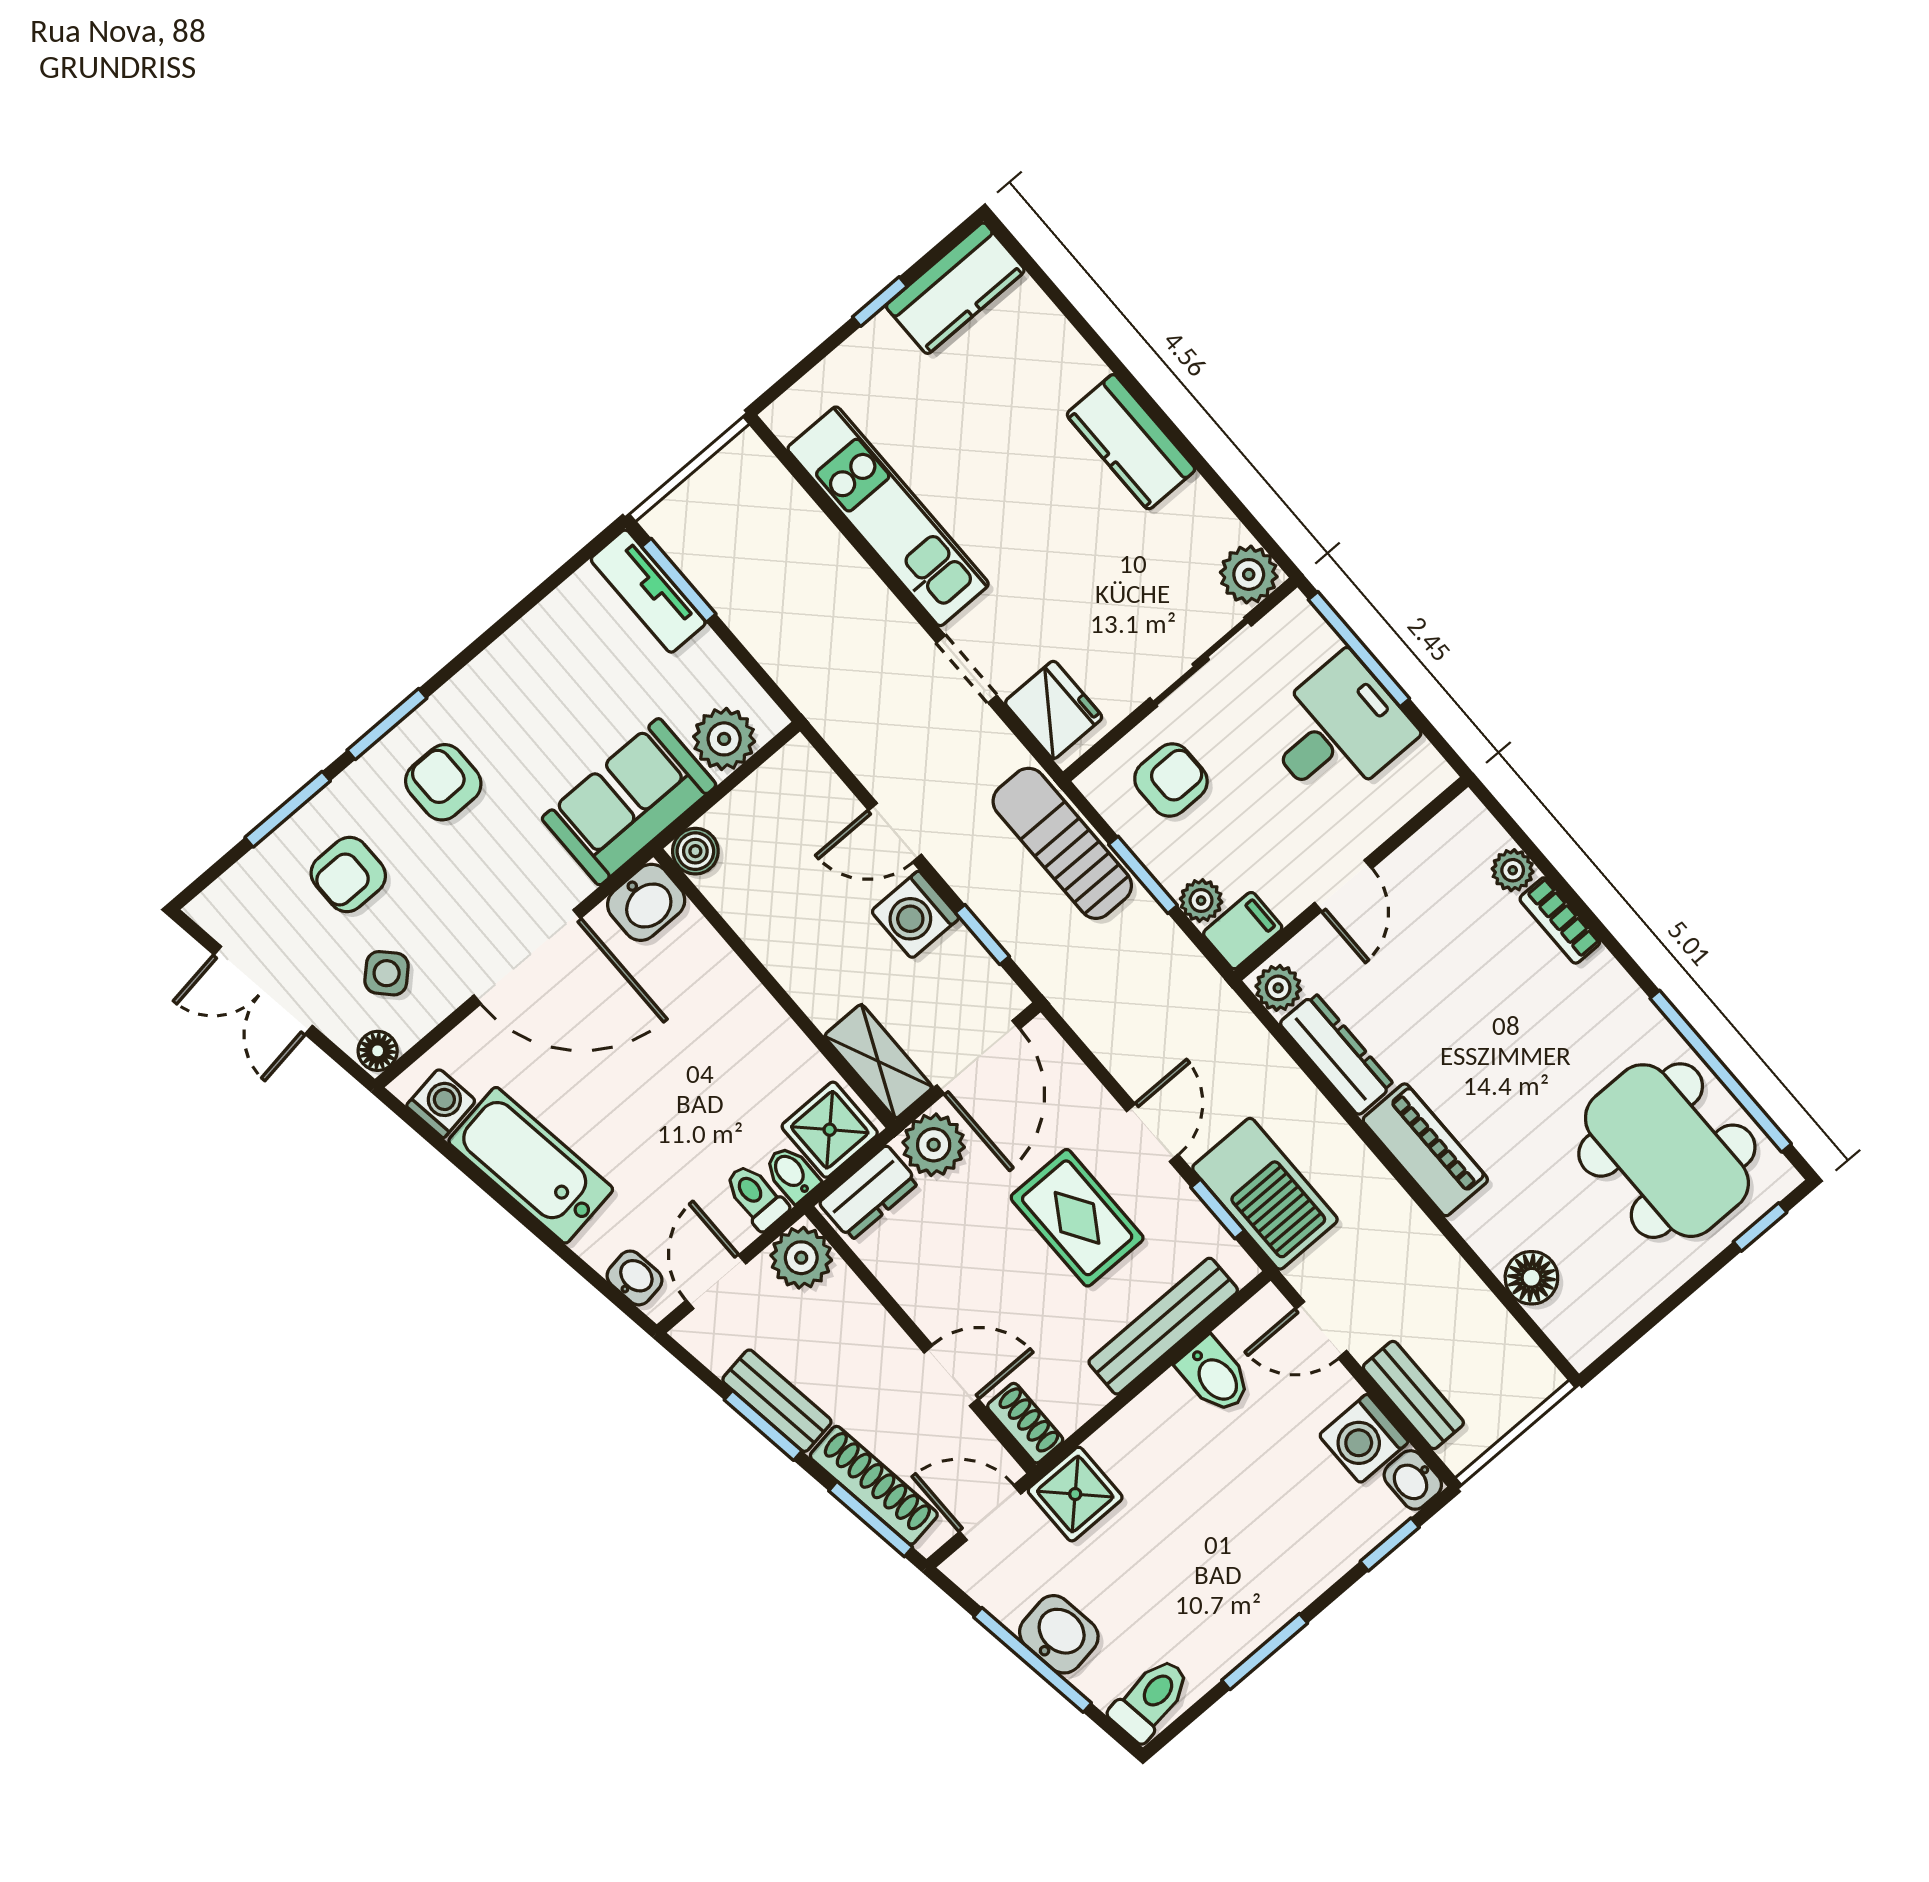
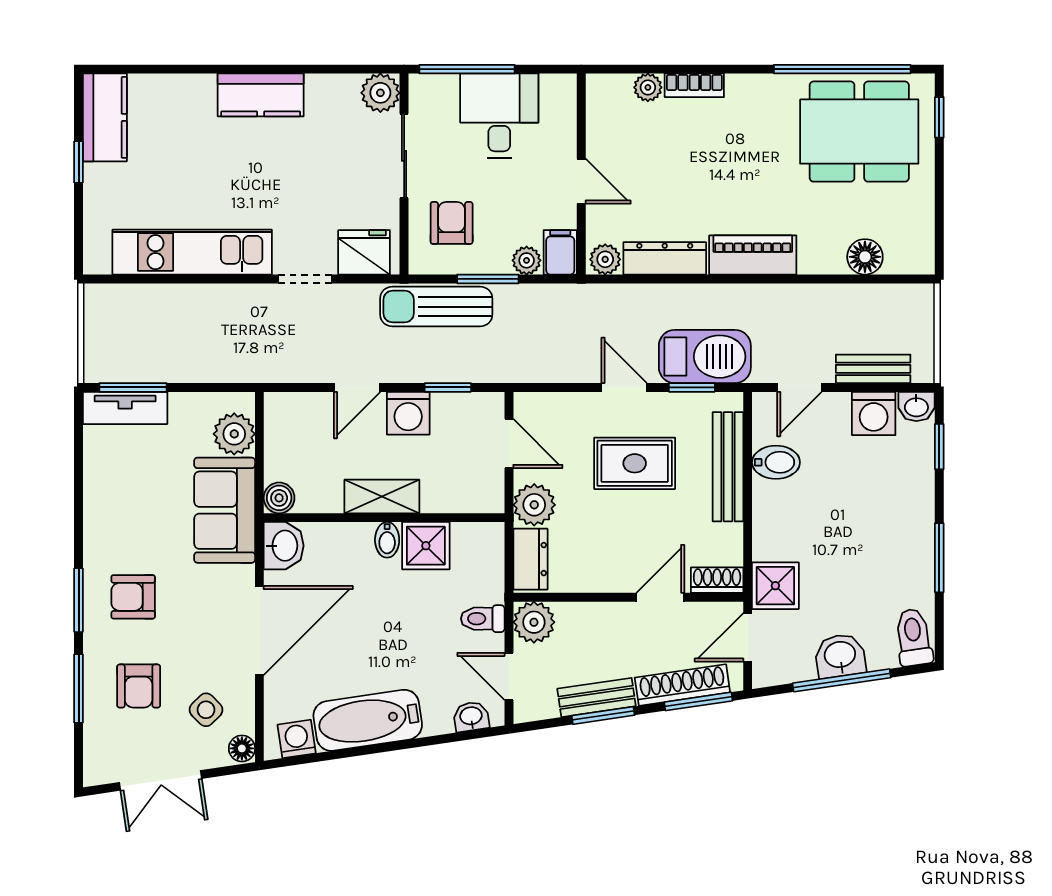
door: (978, 1057) -> (509, 443), width x0.73
shelving: (878, 1061) -> (382, 496), moved
shower: (830, 1130) -> (426, 546), moved
bidet: (792, 1174) -> (387, 540), moved, turned -90

